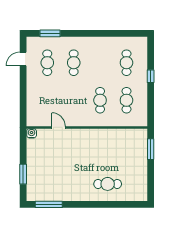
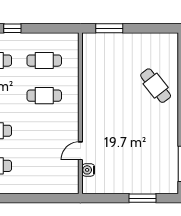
water cooler: (32, 133) -> (88, 170), moved
cafe table: (108, 184) -> (156, 86), turned -38

